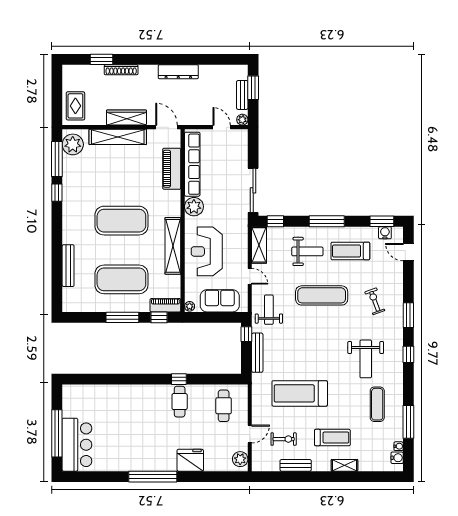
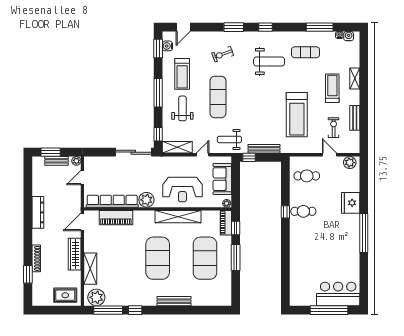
shelving: (118, 137) -> (90, 269), width x0.68
bench: (68, 266) -> (174, 301), moved

